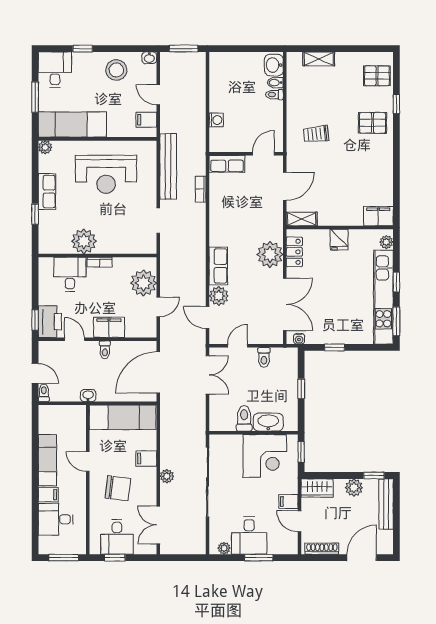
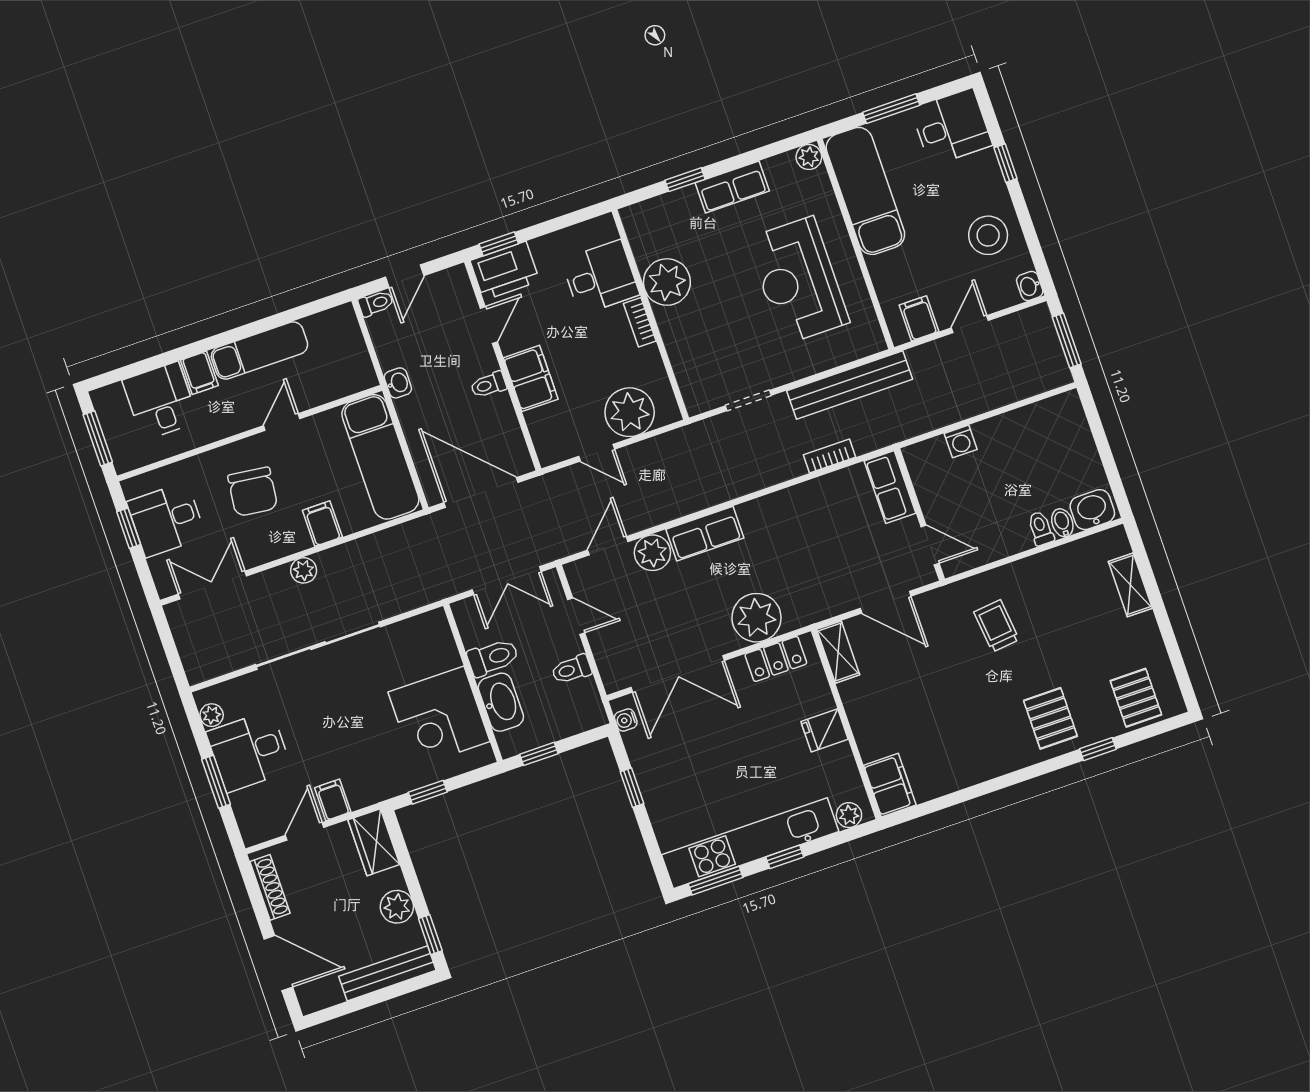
toilet: (244, 418) -> (493, 657), moved
washbasin: (268, 422) -> (501, 702), moved
wall: (254, 433) -> (473, 683), moved
corner desk: (265, 456) -> (439, 717), moved

